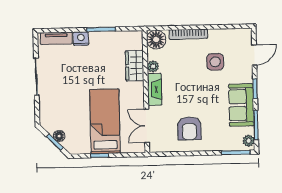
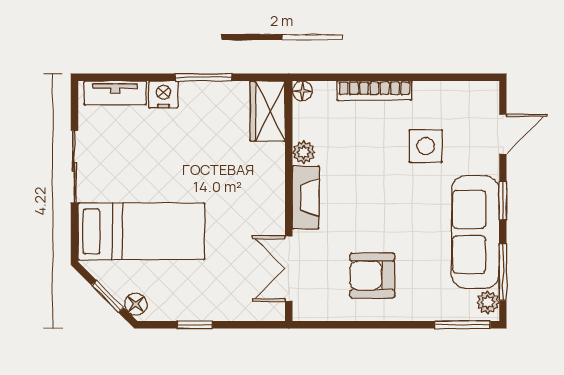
floor lamp: (156, 40) -> (302, 91), width x0.53, depth x0.53
wardrobe: (135, 66) -> (268, 111), moved
sofa: (241, 105) -> (475, 232), width x1.36
bed: (105, 121) -> (141, 231), moved, turned 90
armchair: (189, 128) -> (372, 275), turned 90
floor lamp: (59, 136) -> (136, 304), moved

